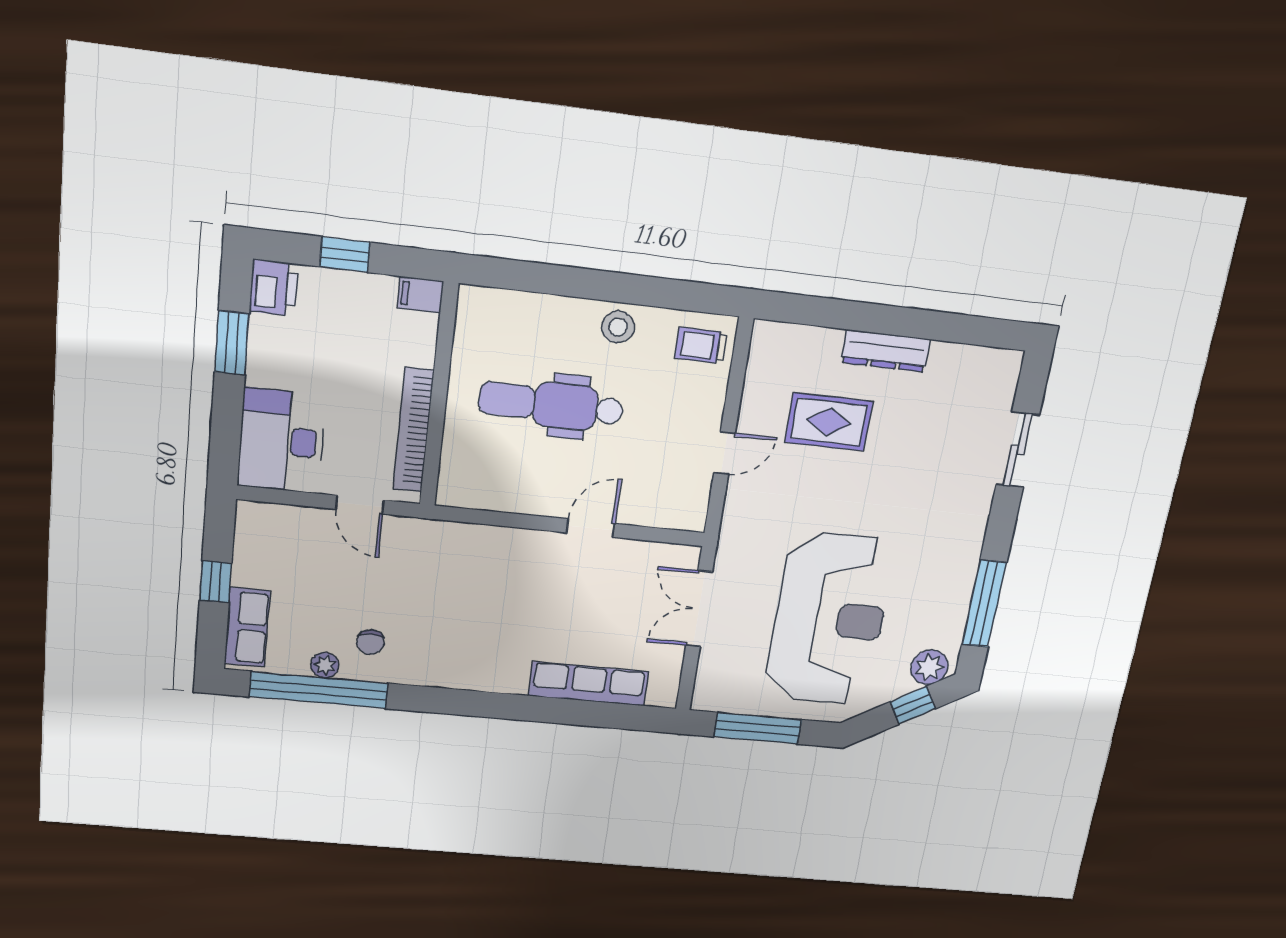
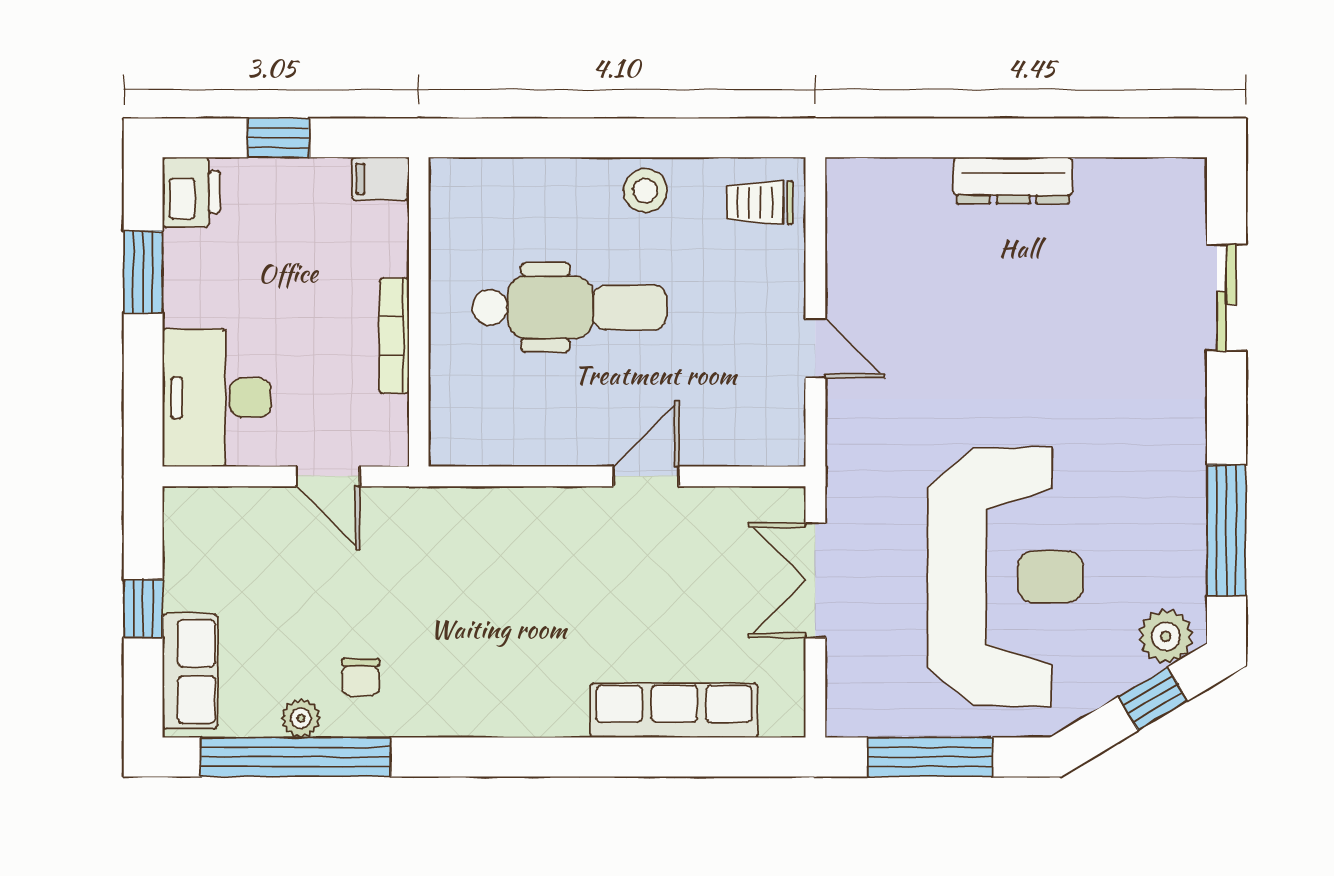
dental chair: (551, 405) -> (570, 307), turned 180
rug: (829, 422) -> (953, 288), removed
bookcase: (413, 430) -> (394, 336), width x0.68, depth x0.76
door: (724, 453) -> (815, 348), hinge flipped

